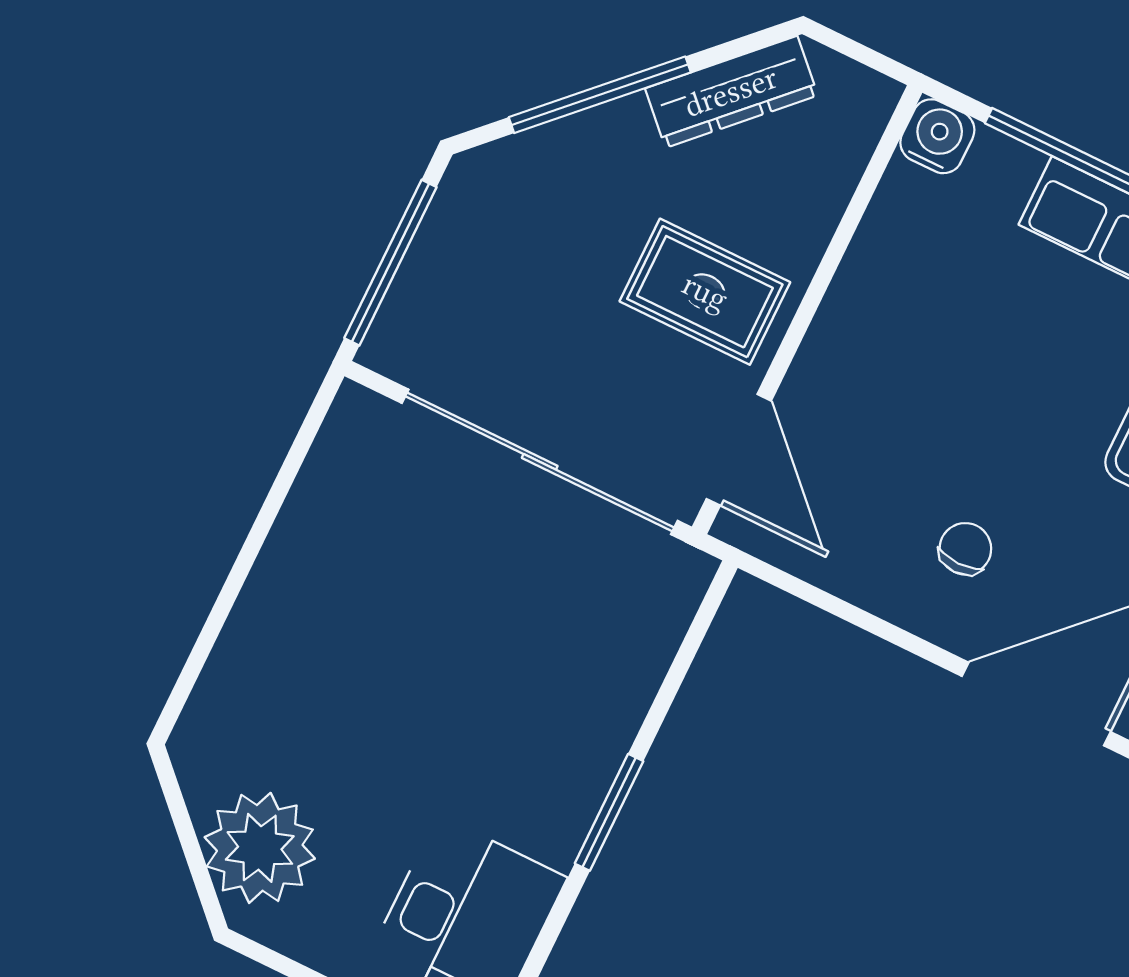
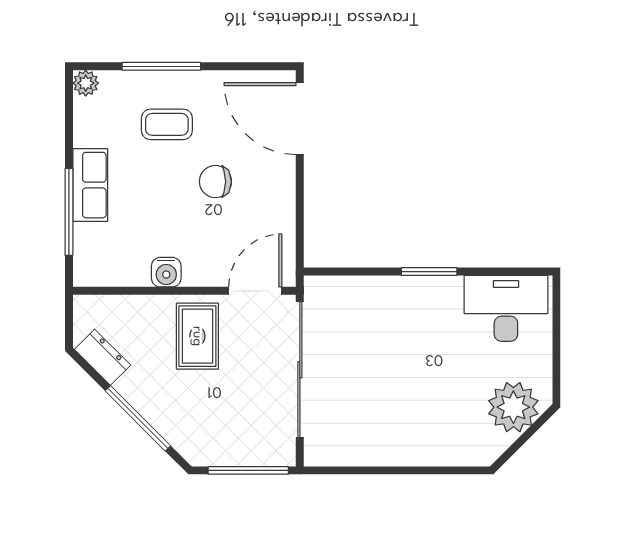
dresser: (731, 92) -> (103, 357), width x0.70
water cooler: (937, 136) -> (166, 272), moved, turned -90
chair: (965, 549) -> (215, 182), moved, width x1.37, depth x1.37

